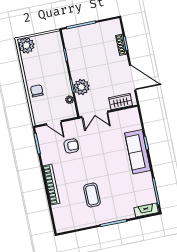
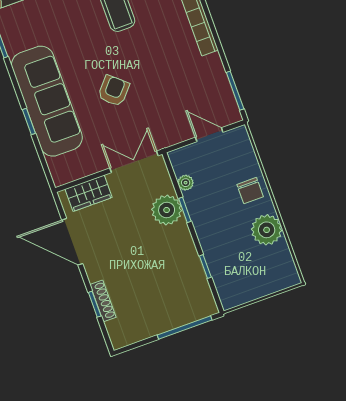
plant: (26, 45) -> (267, 230), moved
armchair: (71, 146) -> (114, 91), moved, turned 131
sofa: (138, 152) -> (47, 101), width x1.36, depth x1.27

